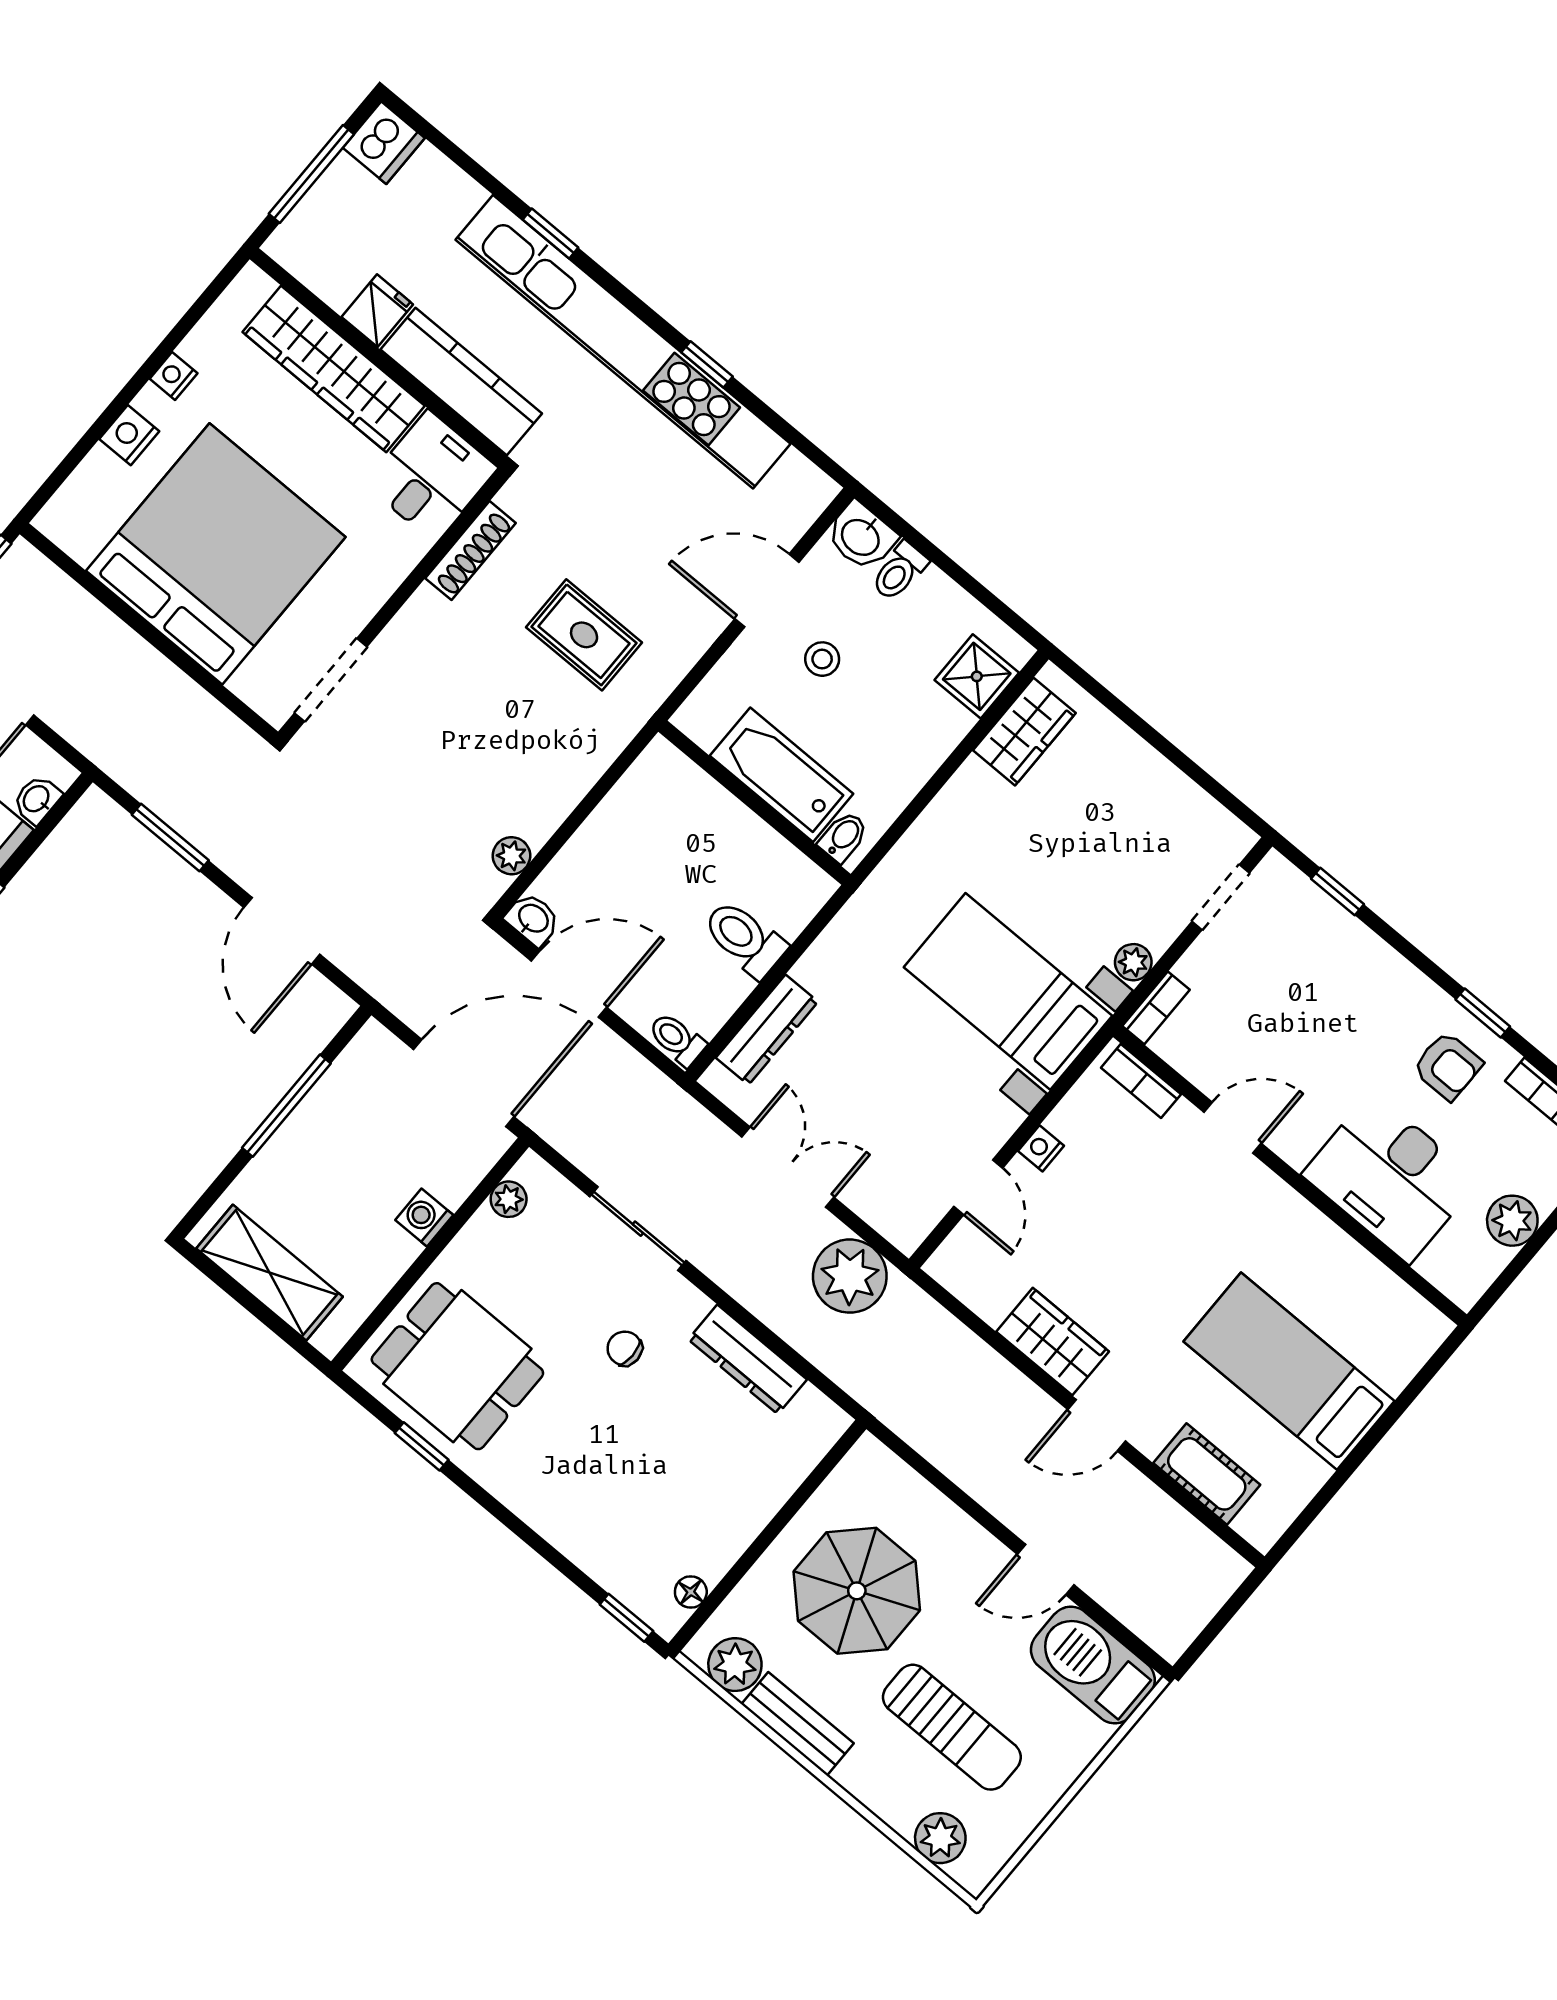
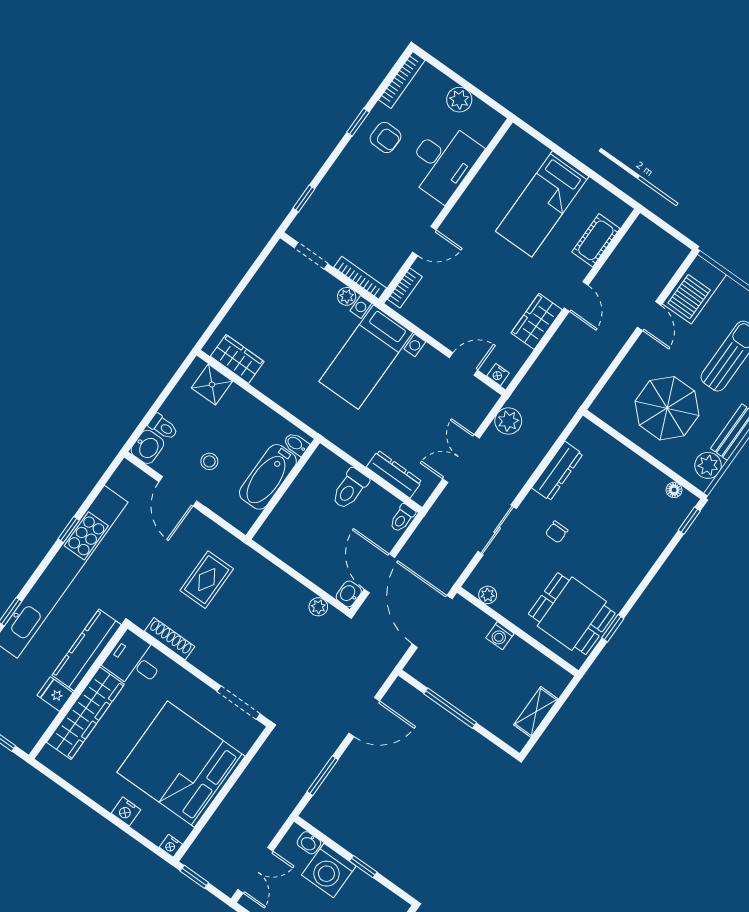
nightstand: (174, 376) -> (171, 846), moved
bookcase: (1156, 1008) -> (360, 278), width x1.56
armchair: (1448, 1066) -> (386, 137), turned 91
door: (1233, 1128) -> (424, 241), swing flipped
nightstand: (1041, 1148) -> (498, 375), moved
shelving: (269, 1273) -> (536, 712), width x0.67, depth x0.75
plant: (850, 1276) -> (508, 421), width x0.73, depth x0.73
dining table: (457, 1366) -> (572, 614), turned 90

